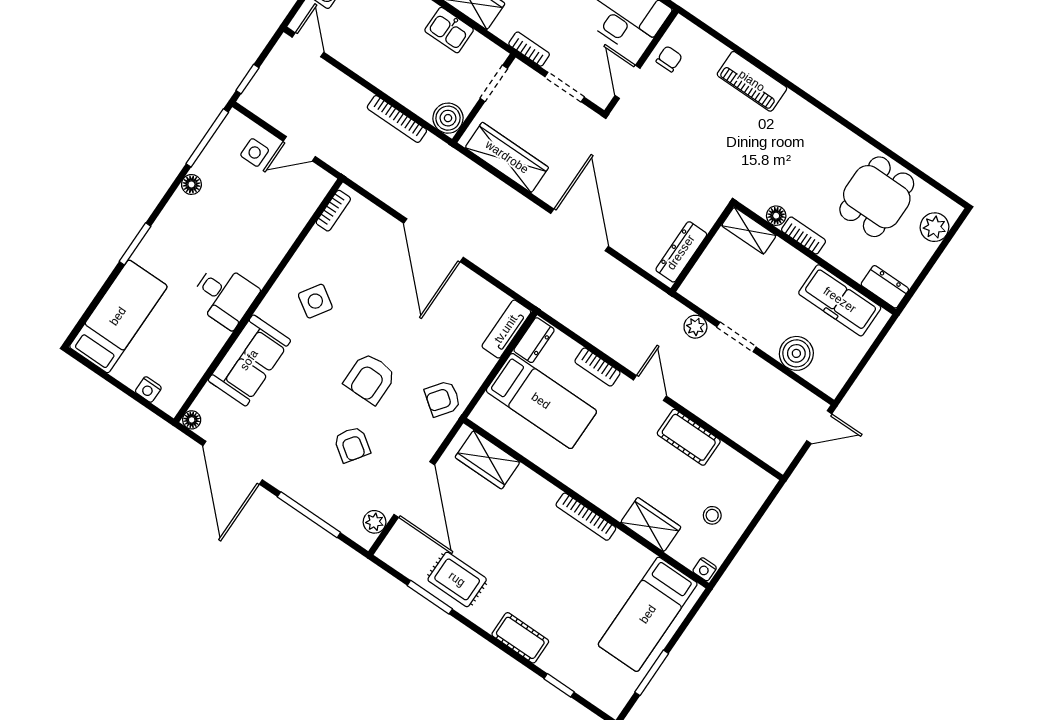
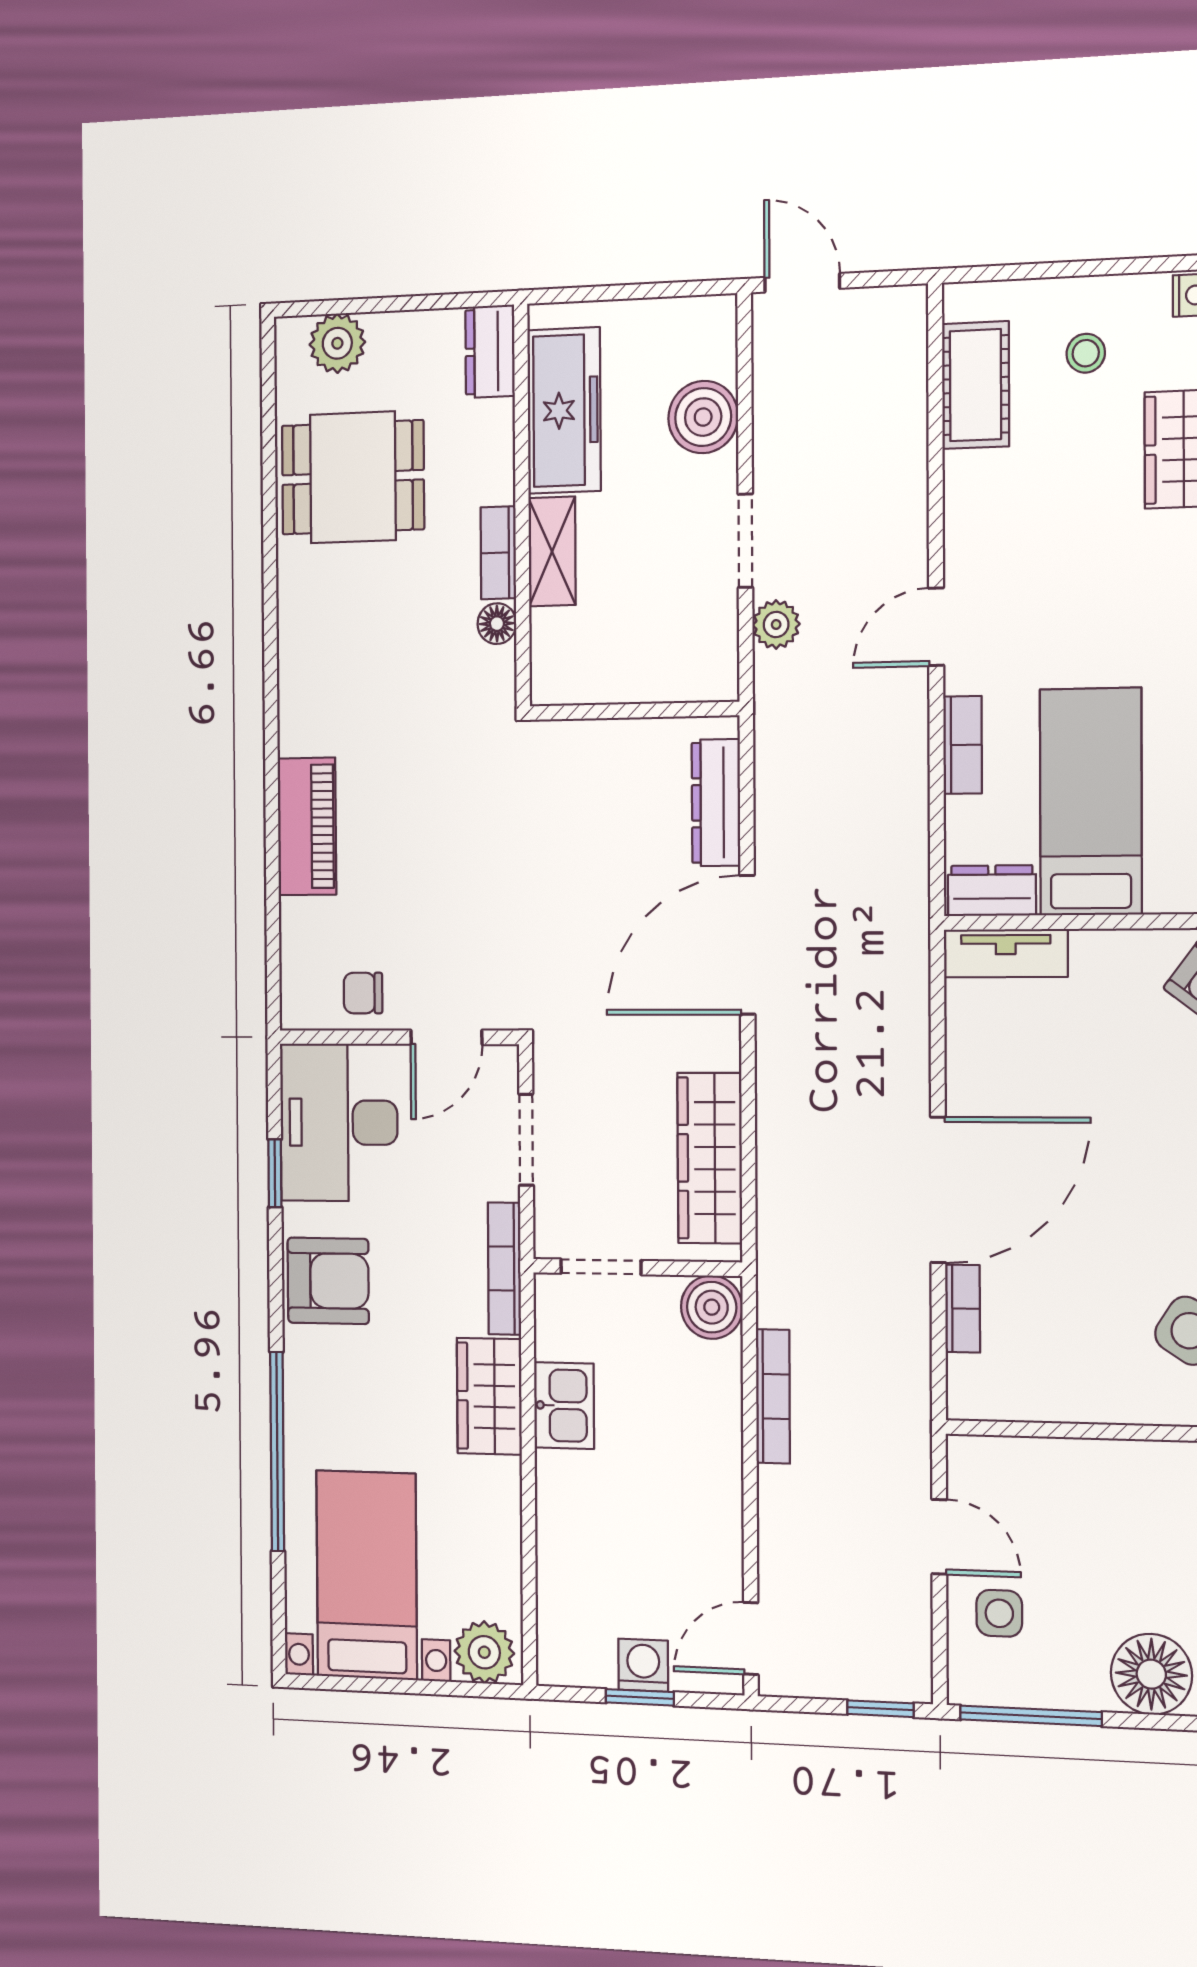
bookcase: (529, 49) -> (504, 1269), width x1.56
floor lamp: (191, 184) -> (1151, 1674), width x1.89, depth x1.89
bookcase: (333, 211) -> (963, 1309), moved, turned 90
shelving: (749, 231) -> (552, 551), moved
dresser: (681, 252) -> (716, 803), moved, turned 90
cot: (689, 437) -> (975, 385), moved

